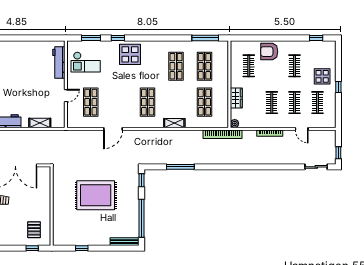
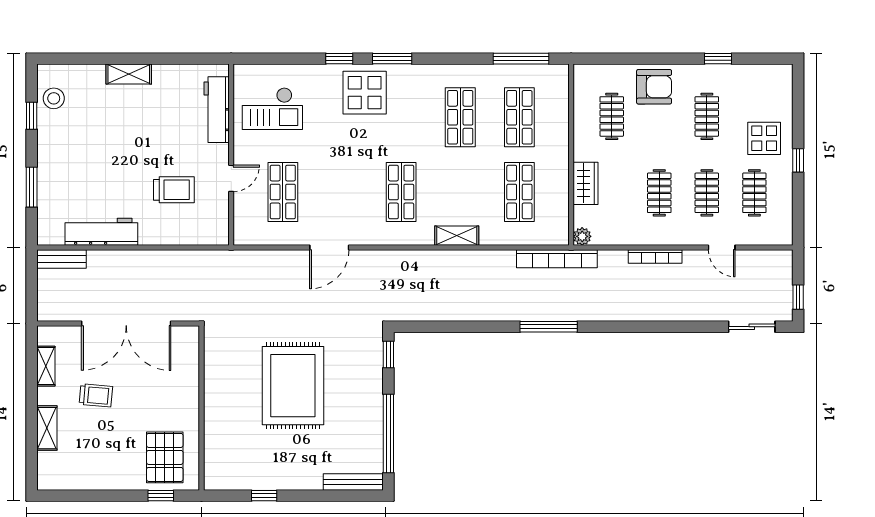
window: (91, 38) -> (392, 59), moved
window: (316, 38) -> (718, 59), moved
armchair: (269, 52) -> (654, 87), turned 180
trolley: (38, 101) -> (174, 190), added
shelving: (40, 123) -> (129, 74), moved
window: (180, 167) -> (549, 327), moved
rug: (96, 195) -> (293, 386), turned 90
pallet: (34, 230) -> (165, 457), width x1.50, depth x1.42

